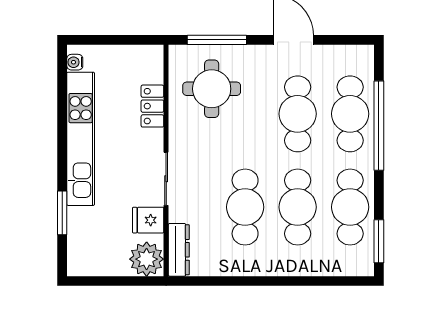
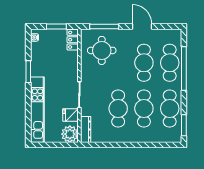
window: (119, 40) -> (56, 26), added
locker: (152, 106) -> (73, 40), moved
kitchen unit: (81, 139) -> (37, 110), moved
window: (62, 213) -> (28, 72), moved

